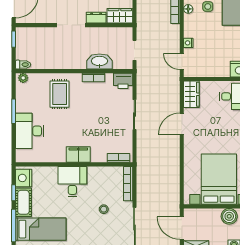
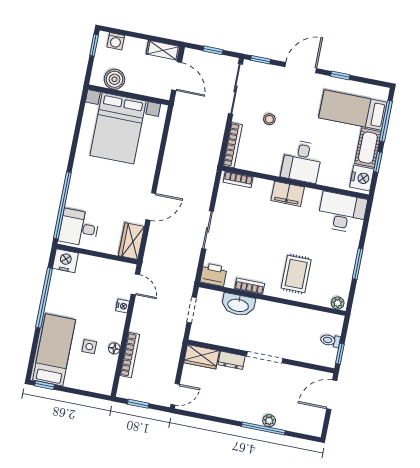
toilet: (23, 65) -> (330, 340), moved
desk: (30, 131) -> (342, 213), moved, turned -90

